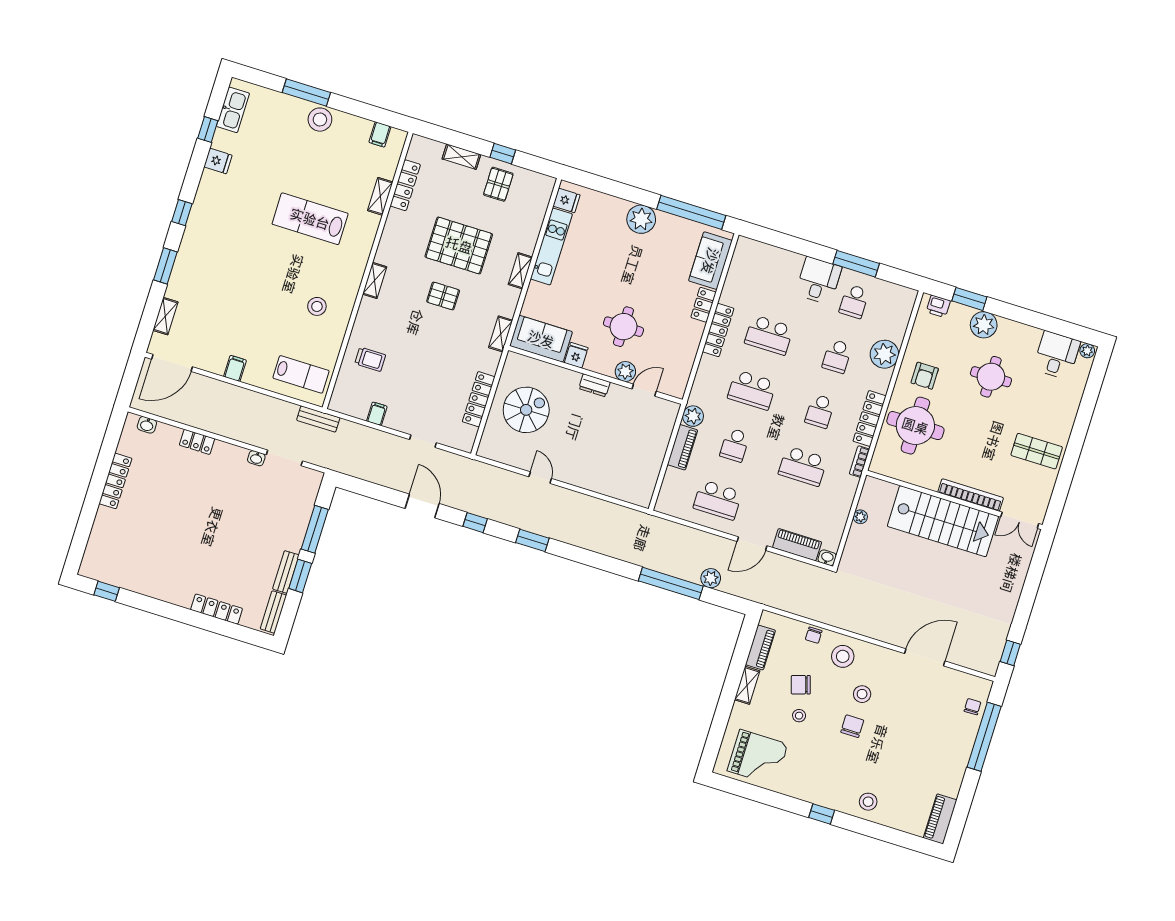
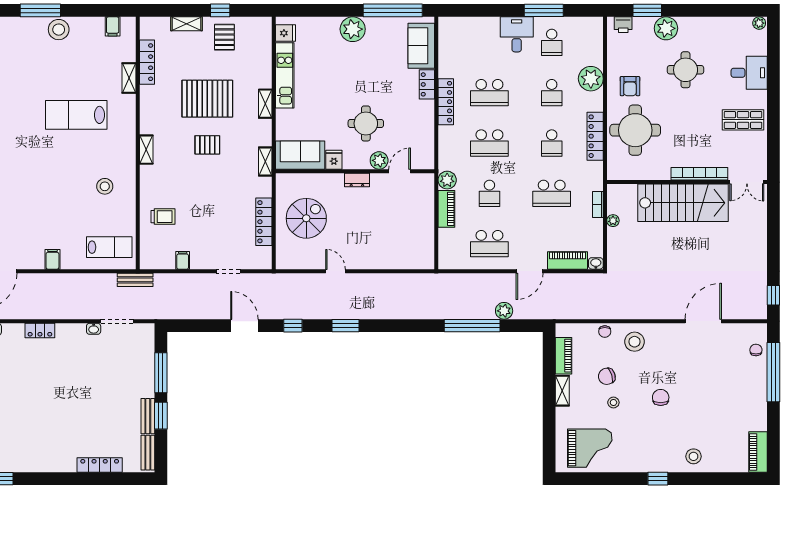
desk: (1057, 355) -> (749, 73), moved, turned 90
bookcase: (859, 462) -> (598, 204), moved
stool: (862, 694) -> (660, 368), removed

